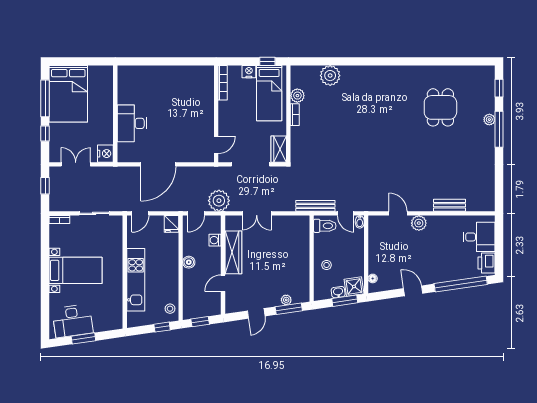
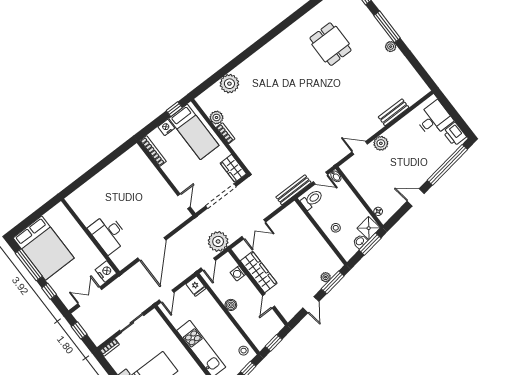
plant: (489, 120) -> (391, 47), moved

